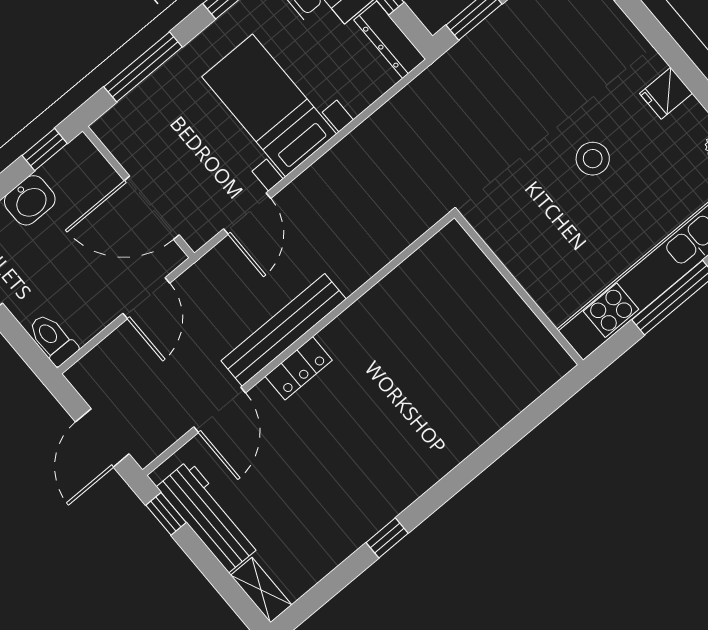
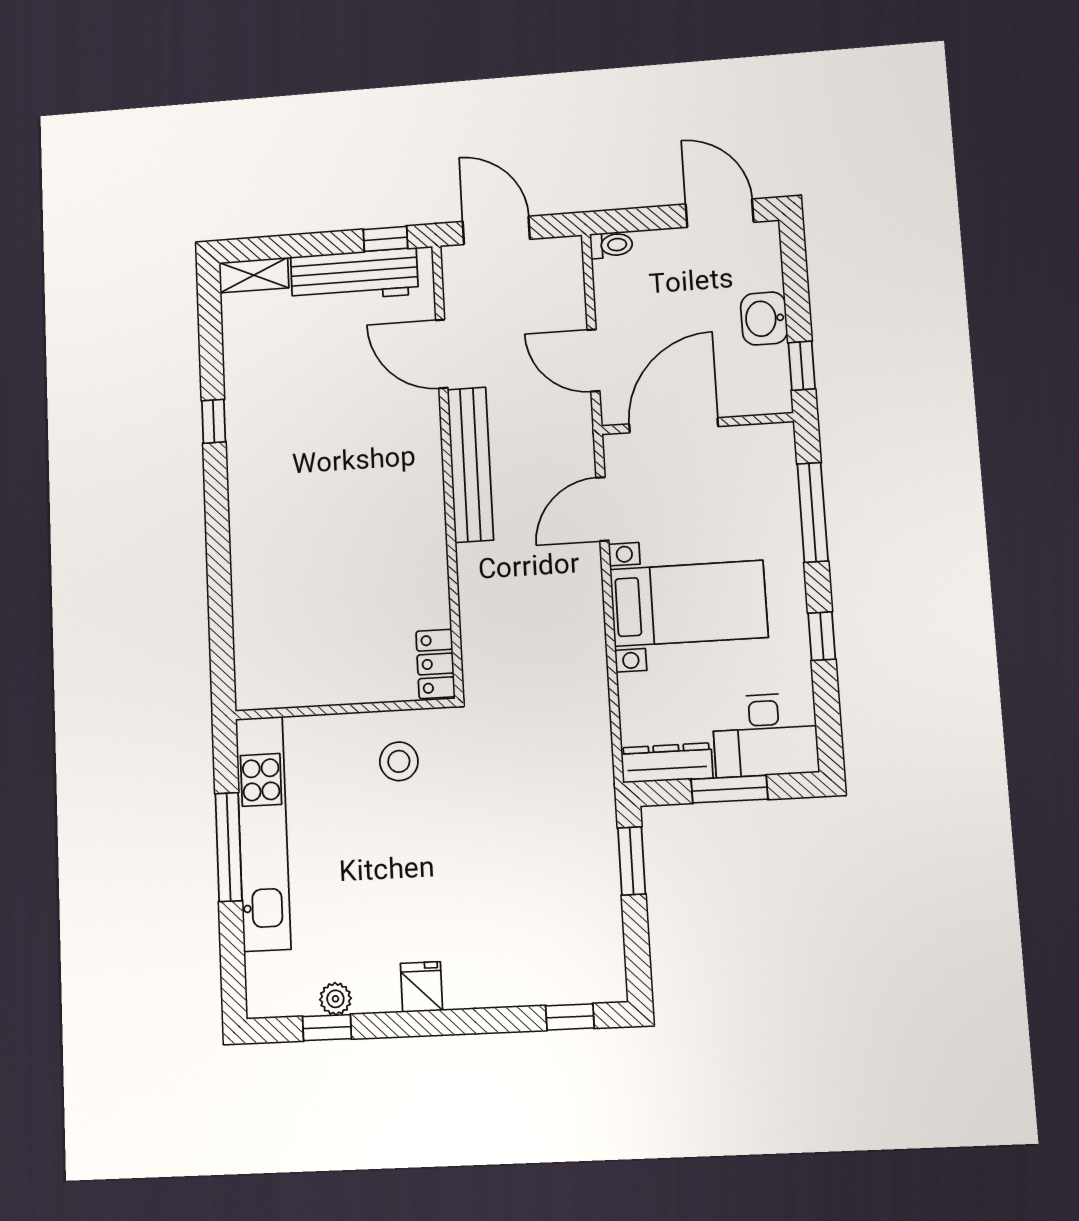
stool: (593, 159) -> (399, 761), moved
door: (247, 214) -> (602, 509), hinge flipped
toilet: (53, 339) -> (611, 245), width x0.73, depth x0.72
locker: (299, 368) -> (435, 664), moved

